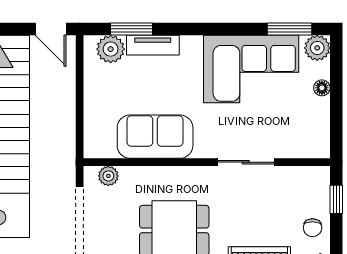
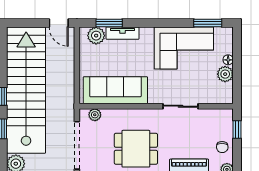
plant: (317, 48) -> (225, 74), moved
sofa: (155, 137) -> (115, 90), width x1.36

